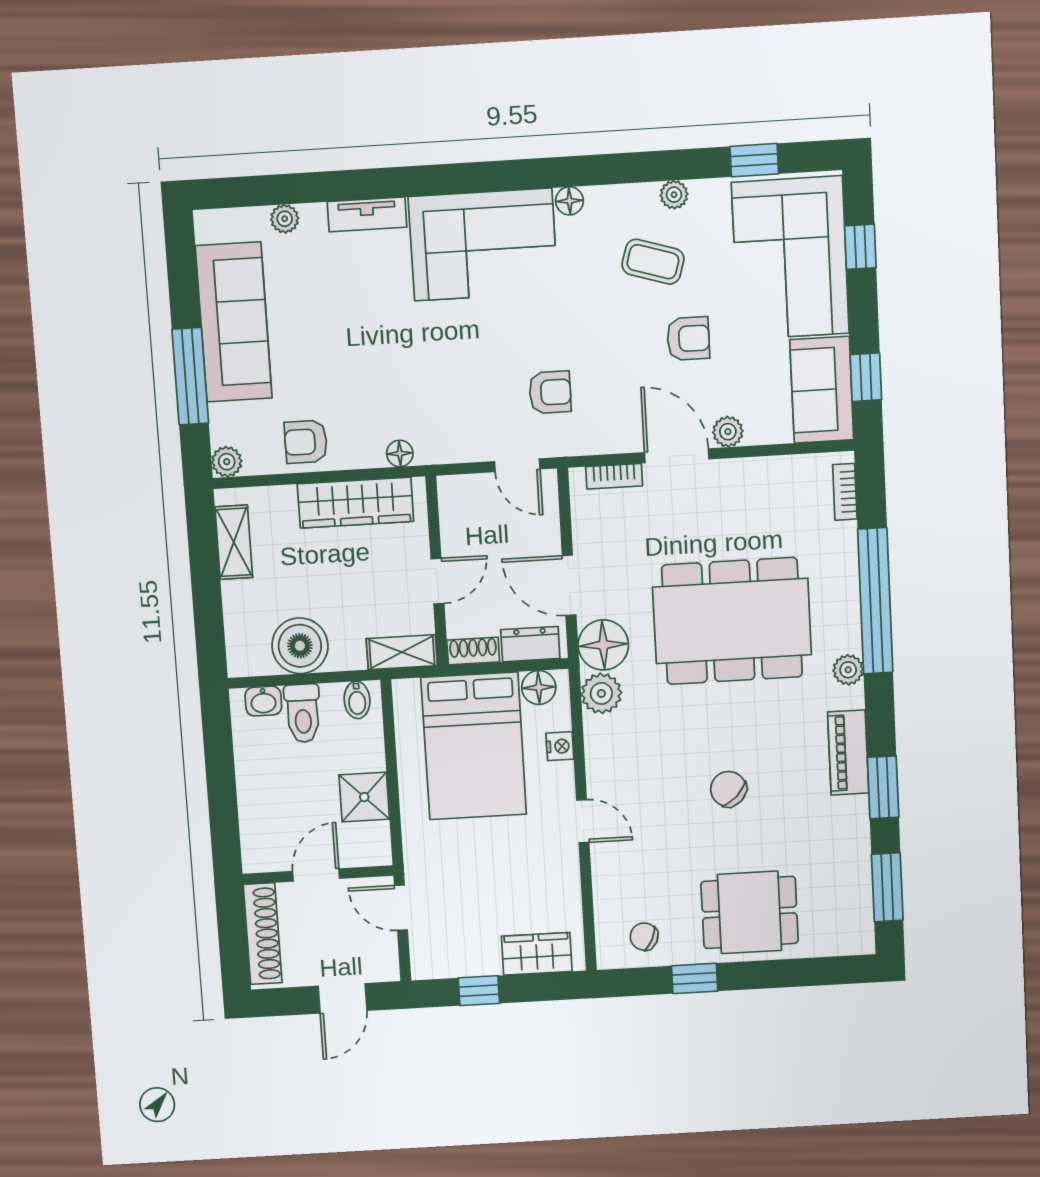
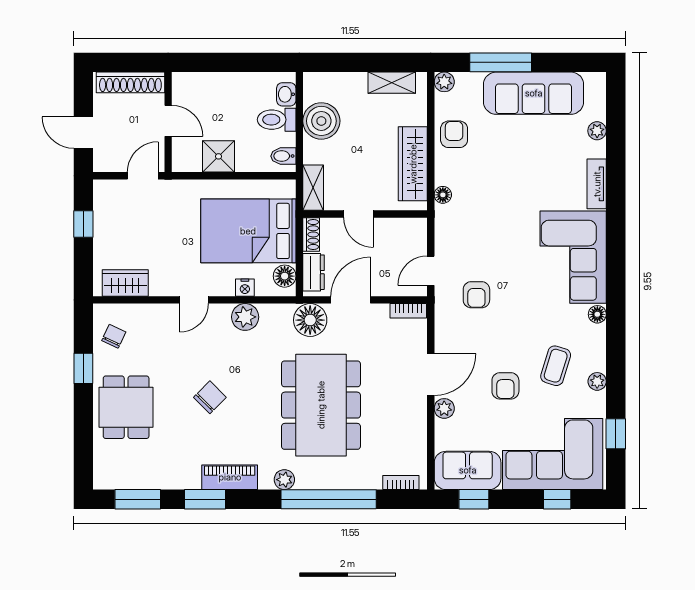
bookcase: (614, 476) -> (408, 311), moved, turned -90
plant: (601, 693) -> (245, 317), moved
wardrobe: (537, 954) -> (125, 283), moved, turned -90

